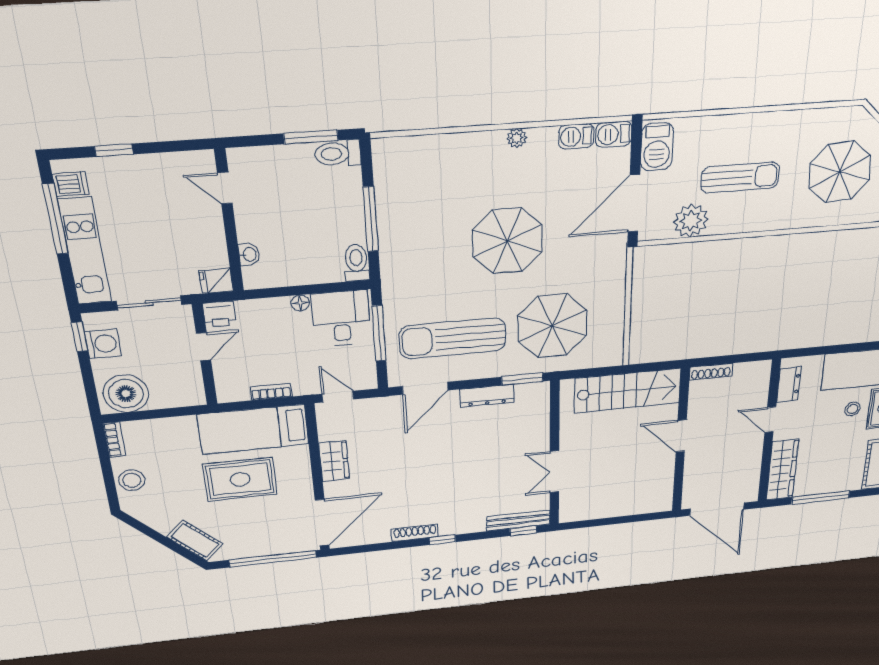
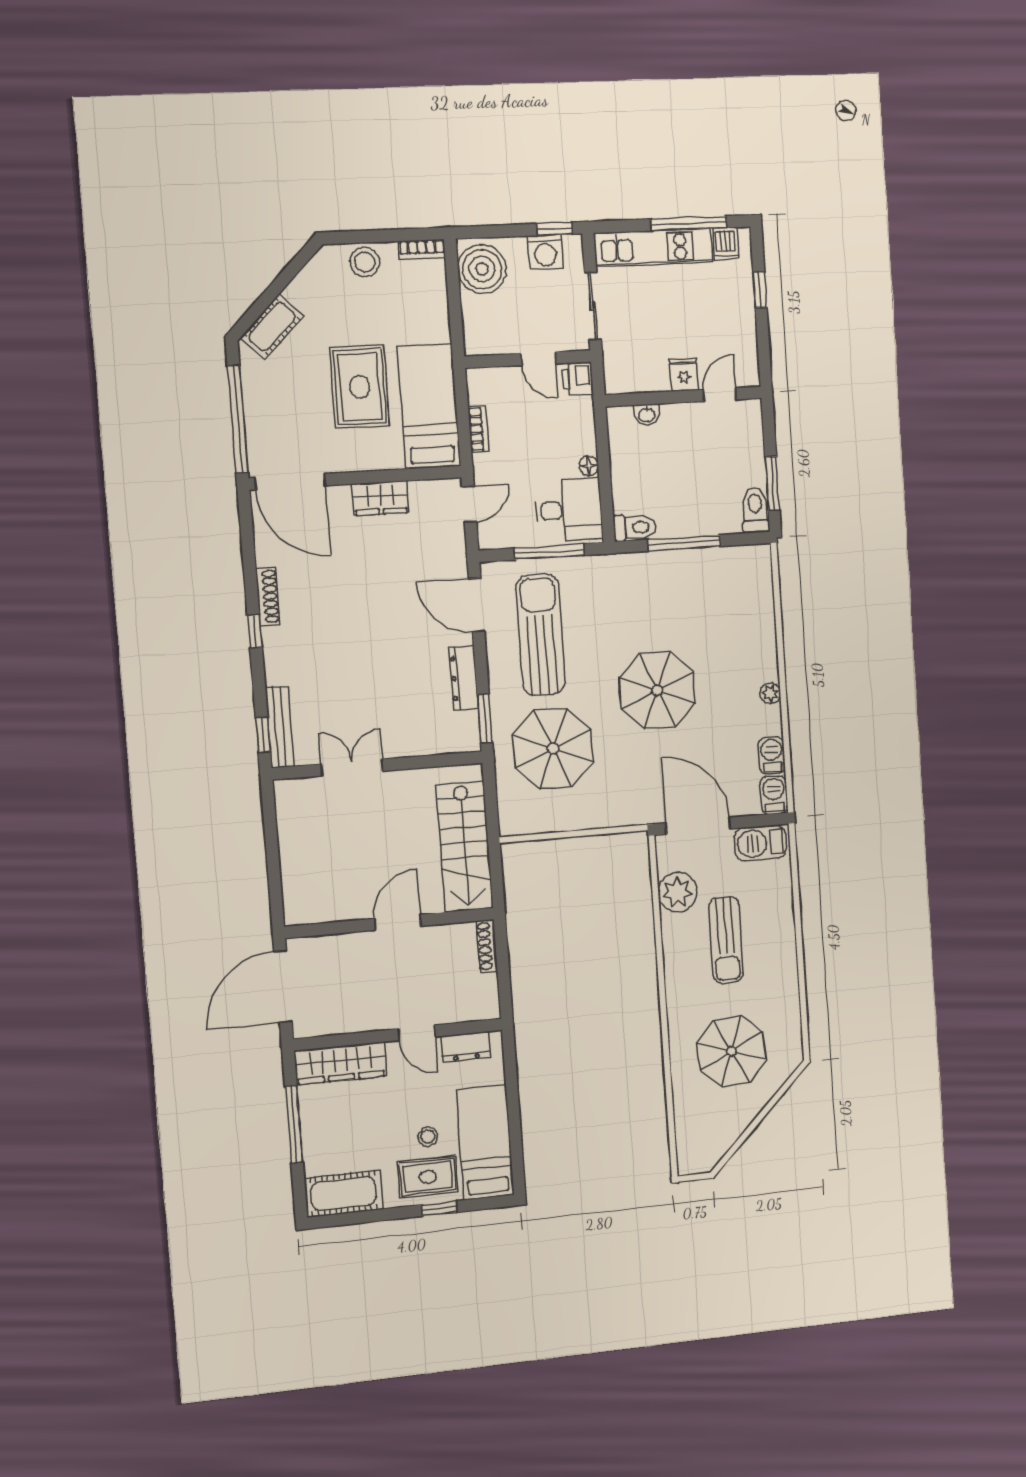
fridge: (216, 281) -> (684, 375), moved
door: (770, 420) -> (416, 1033), swing flipped

